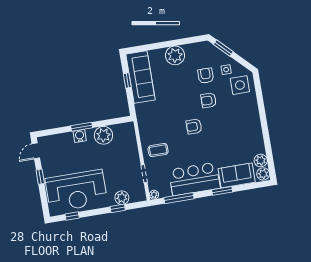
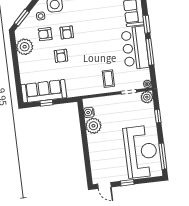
plant: (175, 55) -> (25, 47), moved
armchair: (194, 126) -> (61, 56), moved
window: (82, 127) -> (85, 145), removed
water cooler: (80, 136) -> (89, 112), moved
plant: (122, 198) -> (147, 97), moved
window: (179, 198) -> (150, 52), moved
window: (72, 216) -> (163, 156), width x2.17

